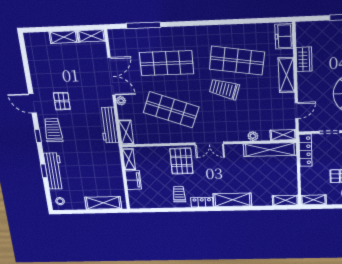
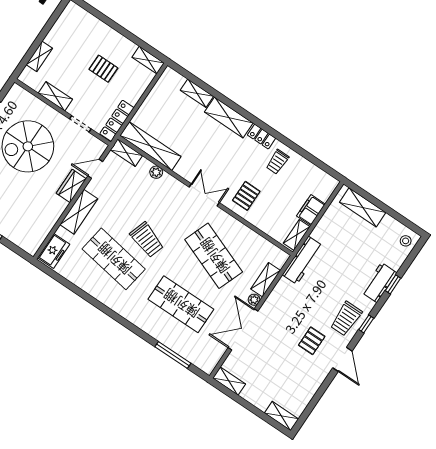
shelving: (64, 37) -> (281, 416), moved
wardrobe: (304, 59) -> (71, 186), moved
workbench: (109, 125) -> (303, 260), moved
shelving: (126, 132) -> (266, 280), moved
pallet: (181, 161) -> (246, 196), width x0.67, depth x0.71
workbench: (54, 171) -> (379, 283), width x0.73
shelving: (285, 200) -> (197, 93), moved

